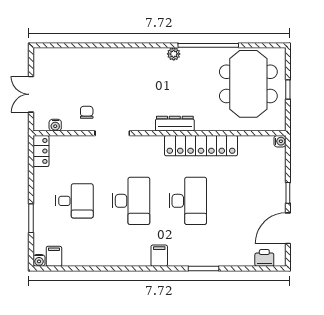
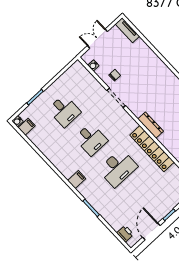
tv unit: (52, 54) -> (127, 30), added
locker: (41, 151) -> (74, 70), removed
desk: (131, 201) -> (91, 139), width x0.73
door: (288, 228) -> (151, 231), hinge flipped

